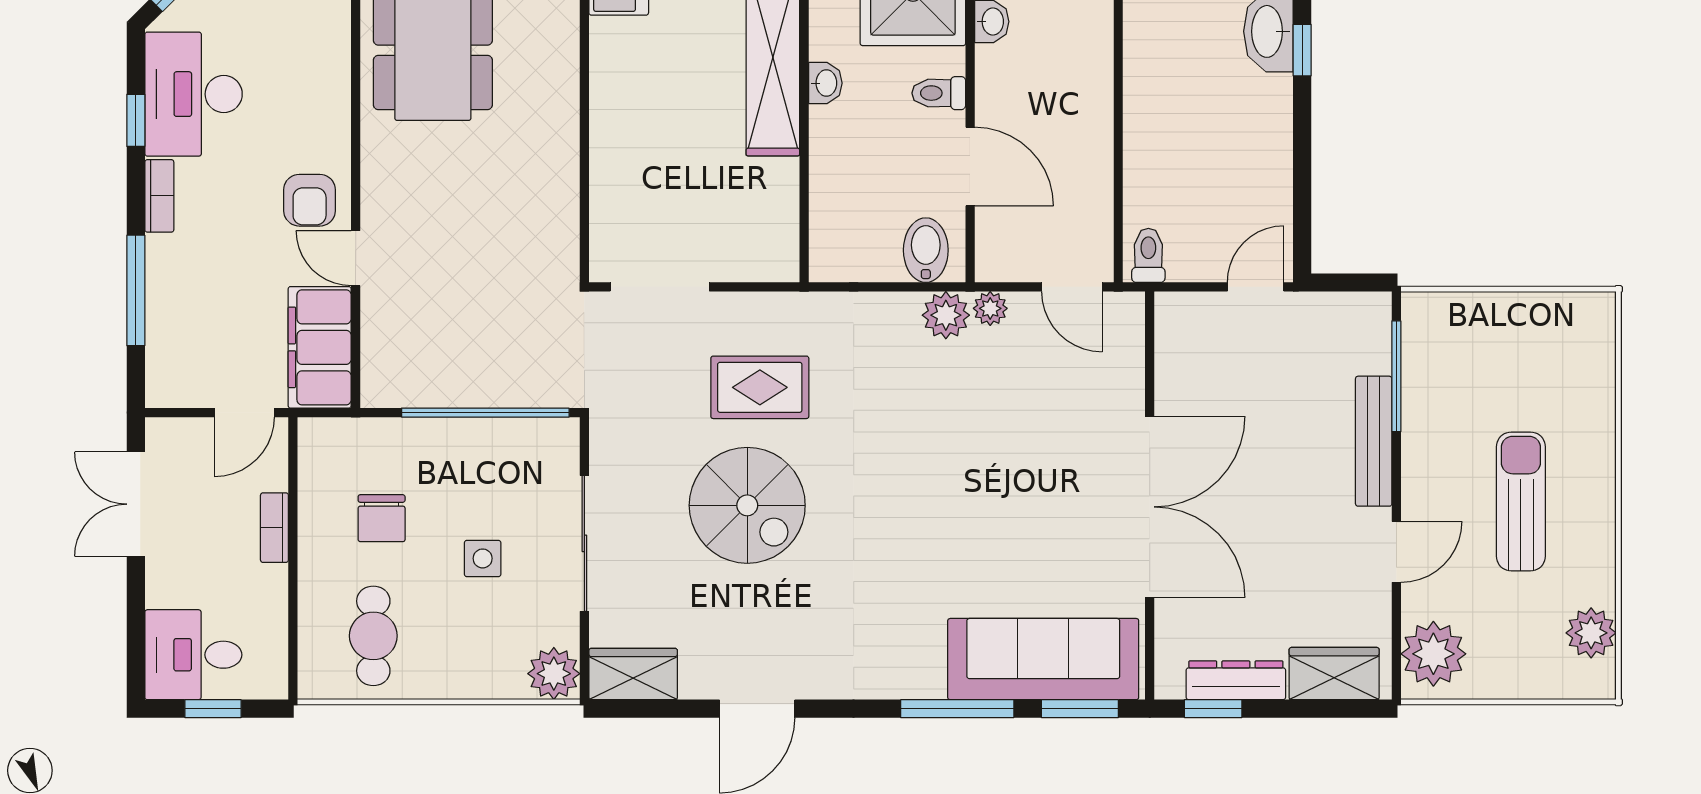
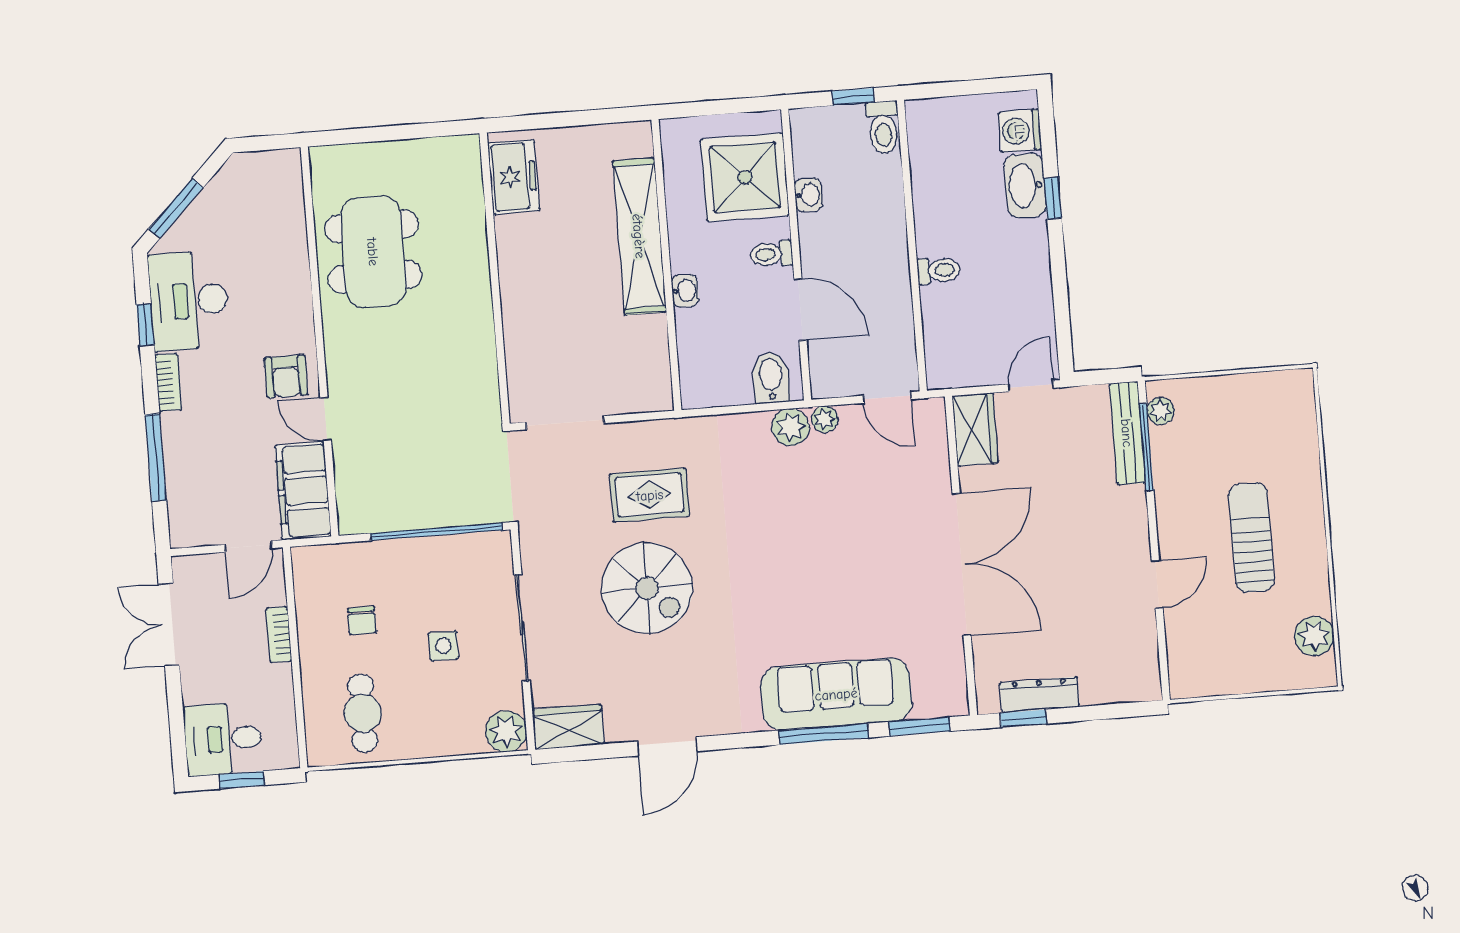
washbasin: (825, 83) -> (685, 291), moved
toilet: (1148, 255) -> (939, 270), moved, turned 90
bench: (1374, 441) -> (1127, 433), moved
chair: (382, 518) -> (362, 621), width x0.73, depth x0.73
plant: (1433, 654) -> (1161, 411), moved, width x0.53, depth x0.53
sofa: (1043, 659) -> (836, 694), moved
wardrobe: (1334, 674) -> (975, 429), moved, turned 90

